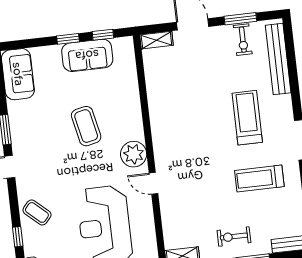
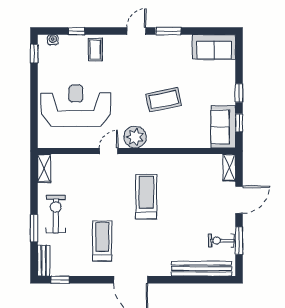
sofa: (87, 55) -> (223, 127), moved
treadmill: (247, 118) -> (146, 197), moved, turned -90
coffee table: (37, 212) -> (95, 50), turned -42
exercise bike: (234, 236) -> (56, 214), width x1.38, depth x1.39

